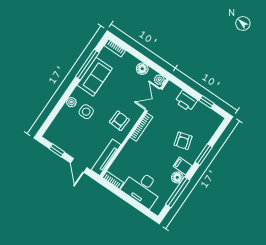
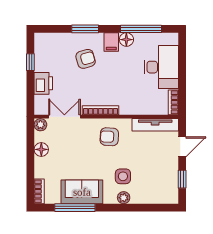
double door: (154, 100) -> (64, 117), swing flipped

